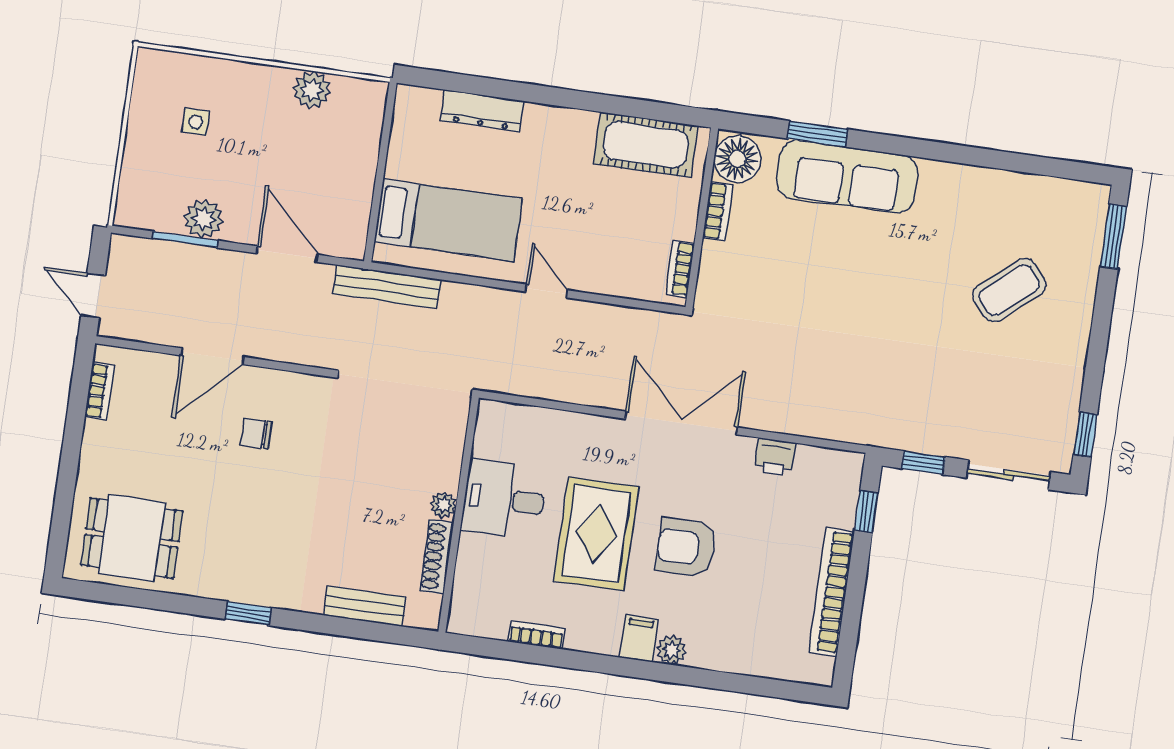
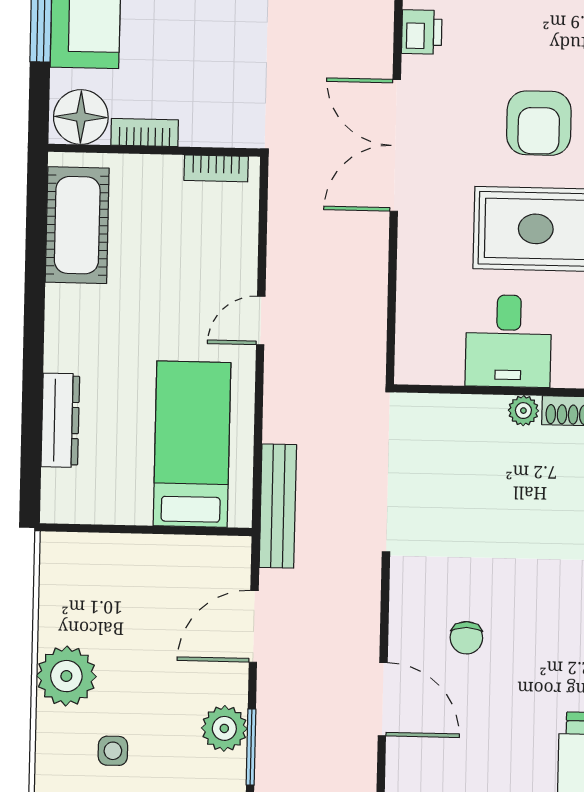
plant: (312, 90) -> (66, 676), moved, width x1.36, depth x1.36

